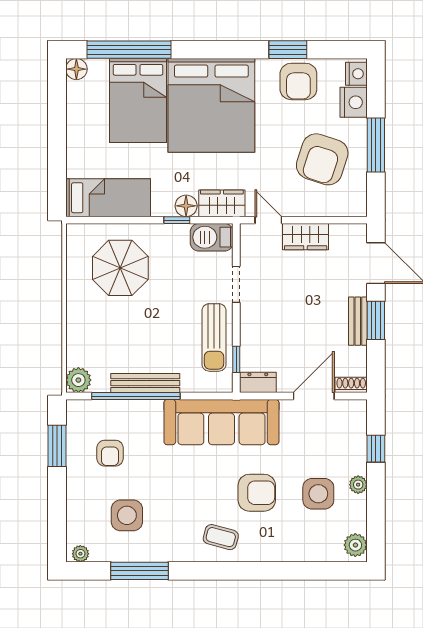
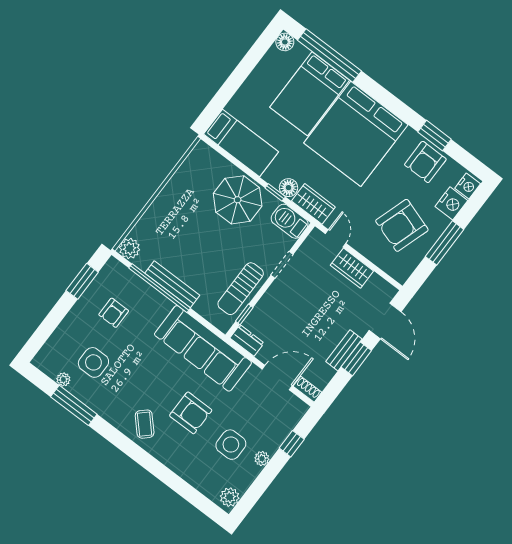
parasol: (120, 268) -> (238, 200), moved
coffee table: (221, 537) -> (145, 424), turned 32
plant: (80, 554) -> (63, 379), moved

